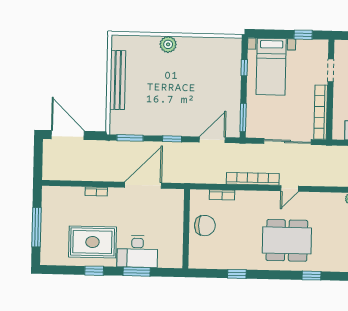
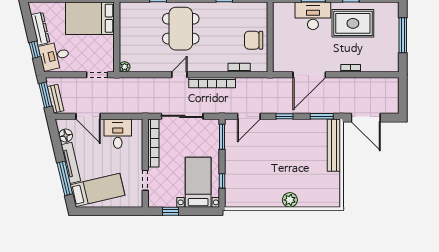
bench: (118, 80) -> (334, 145), moved
door: (68, 135) -> (366, 118), moved
dining table: (287, 240) -> (181, 29), turned 90

